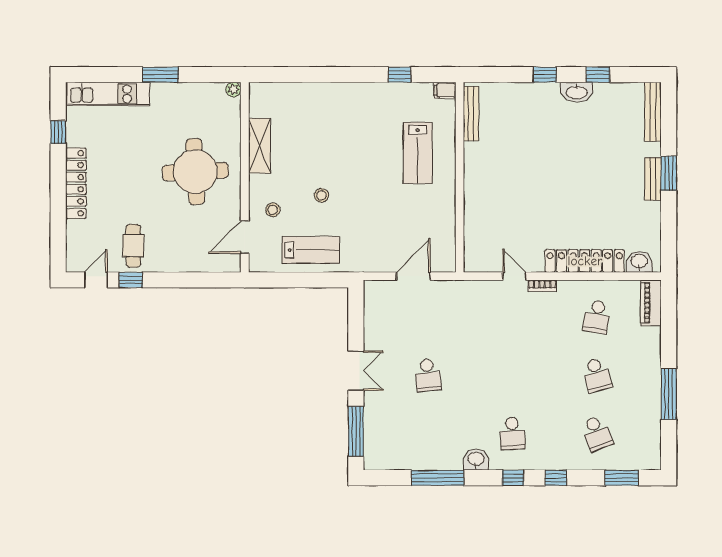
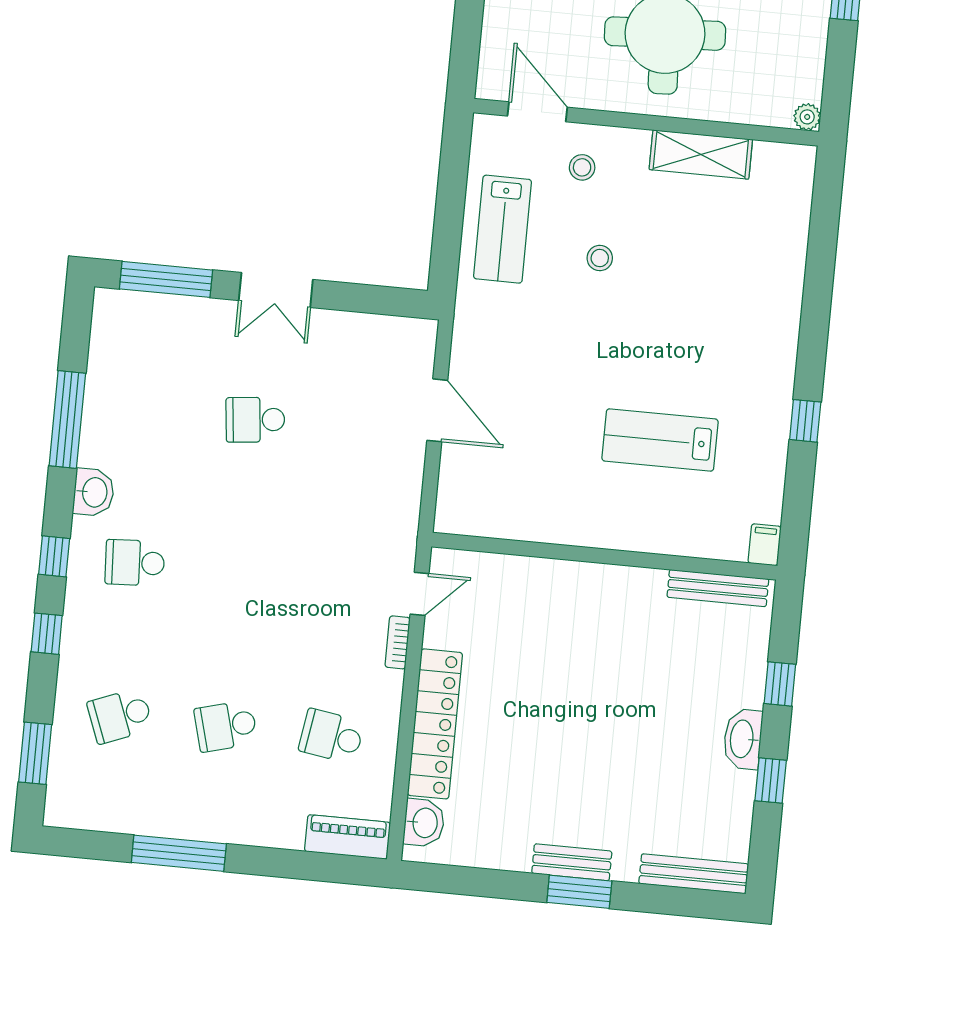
filing cabinet: (445, 90) -> (765, 545), moved
bench: (471, 114) -> (718, 588), moved
wall: (460, 177) -> (604, 556), moved

